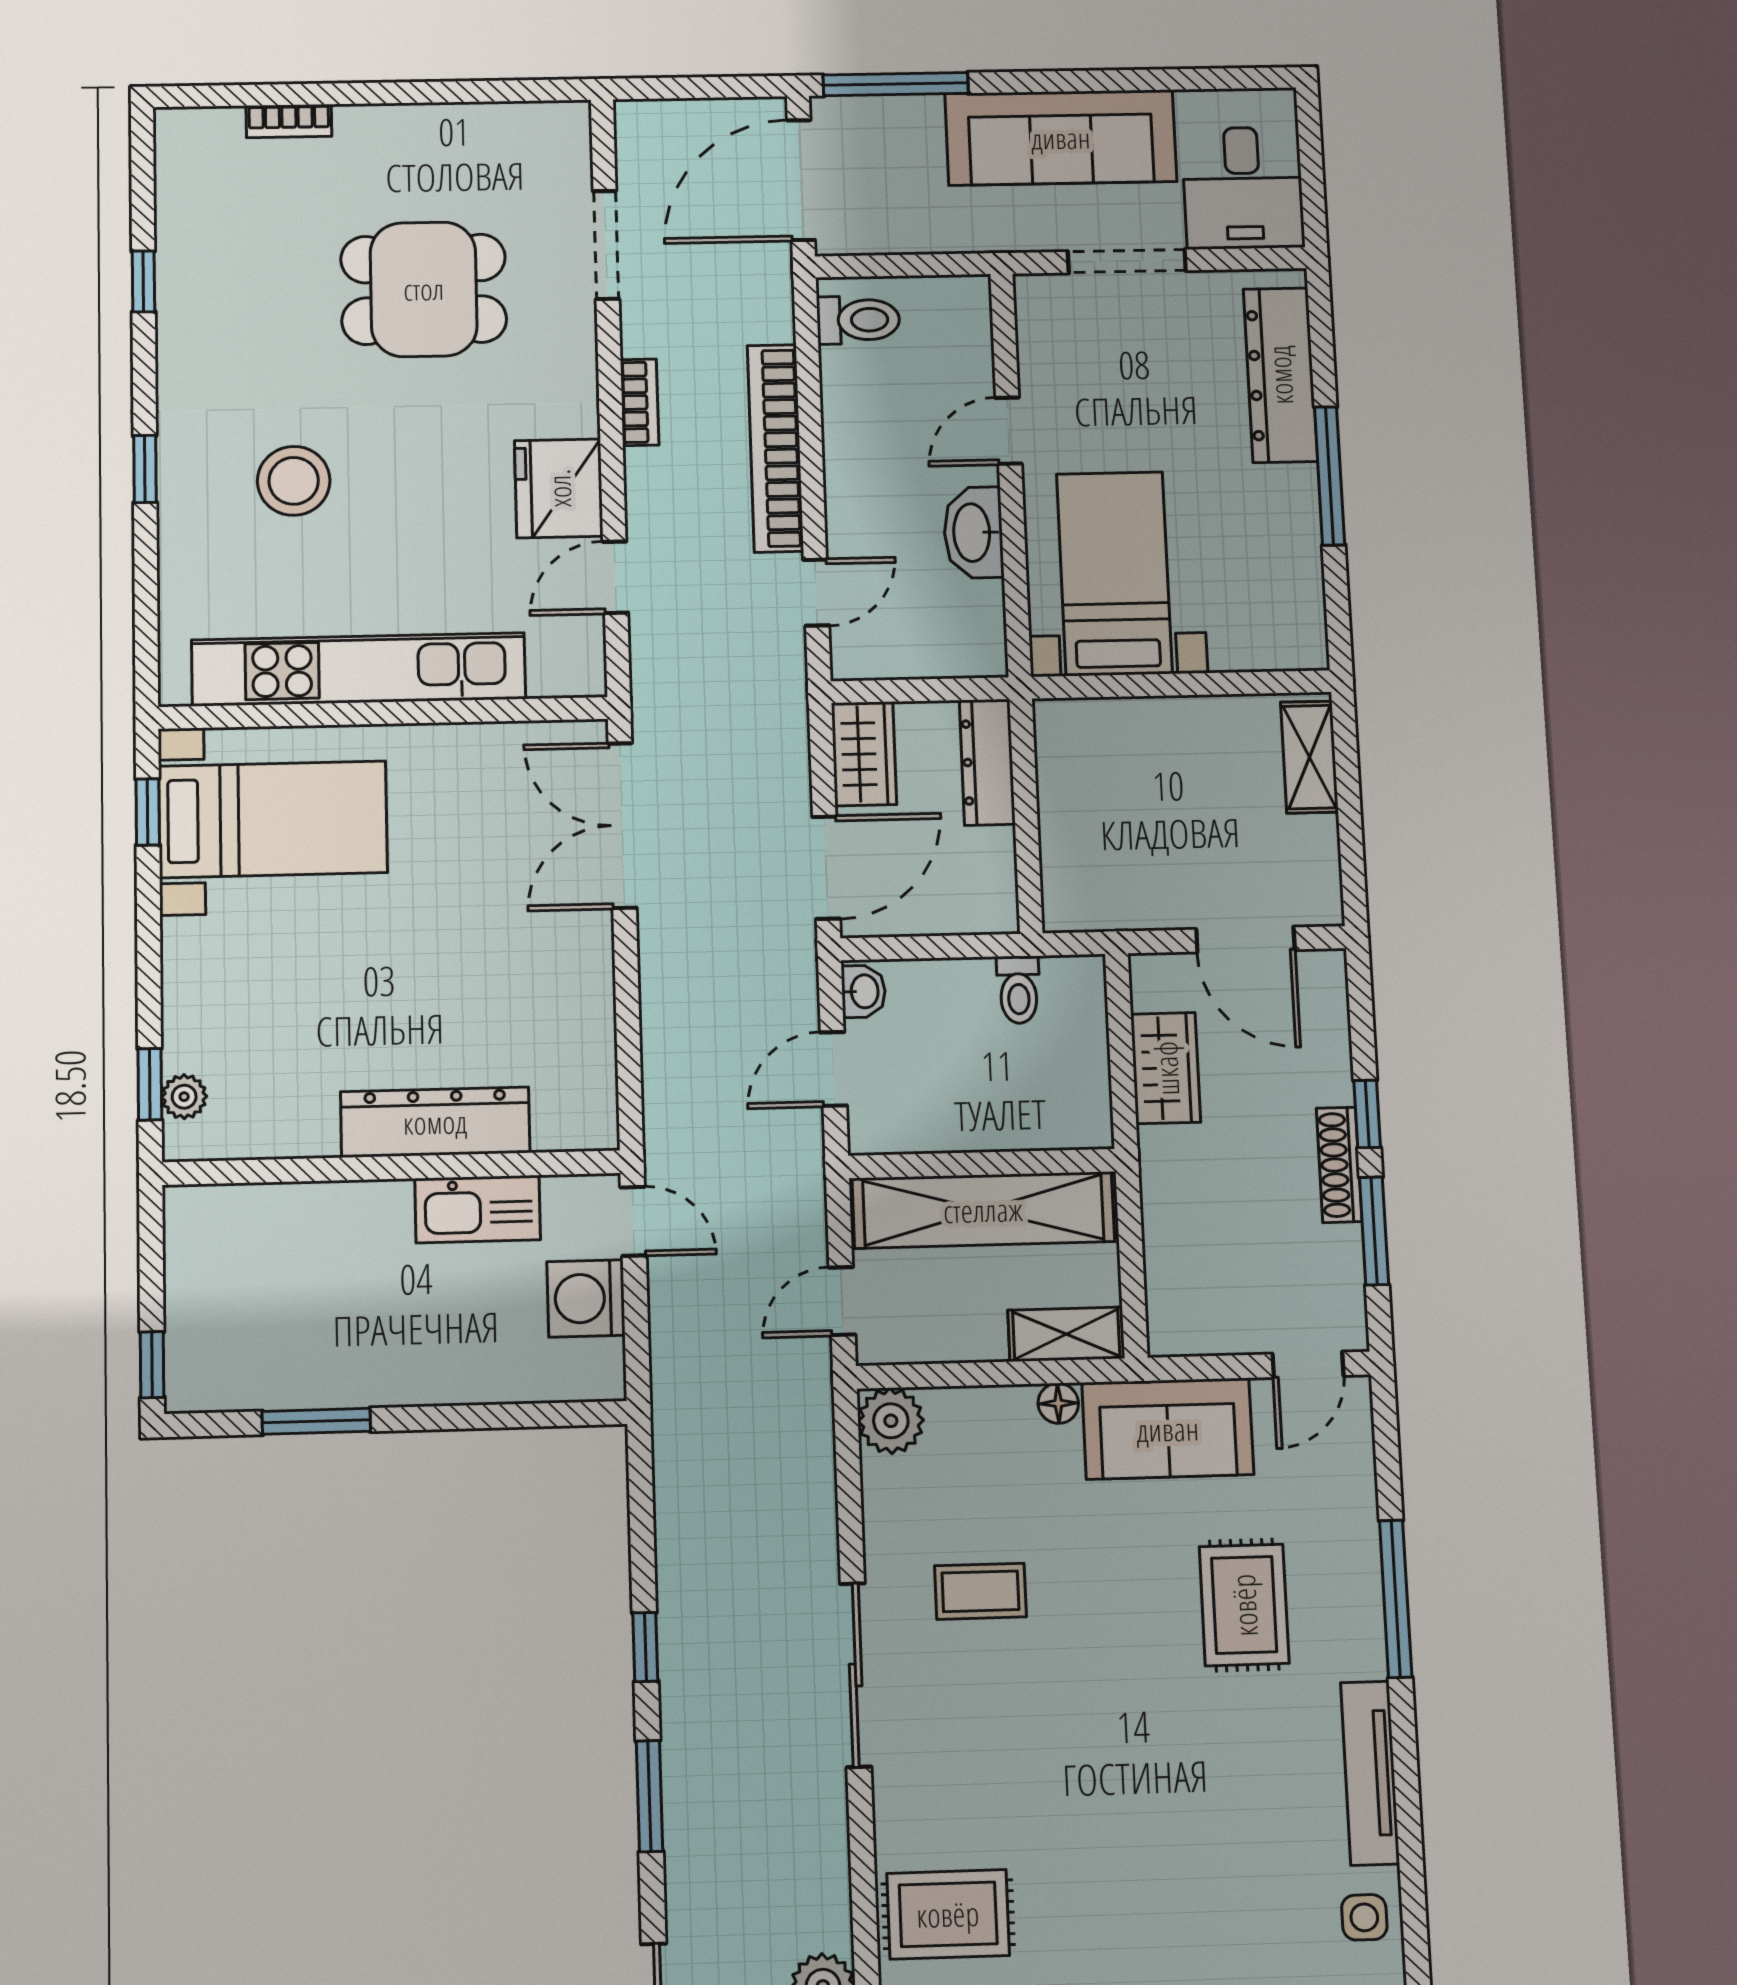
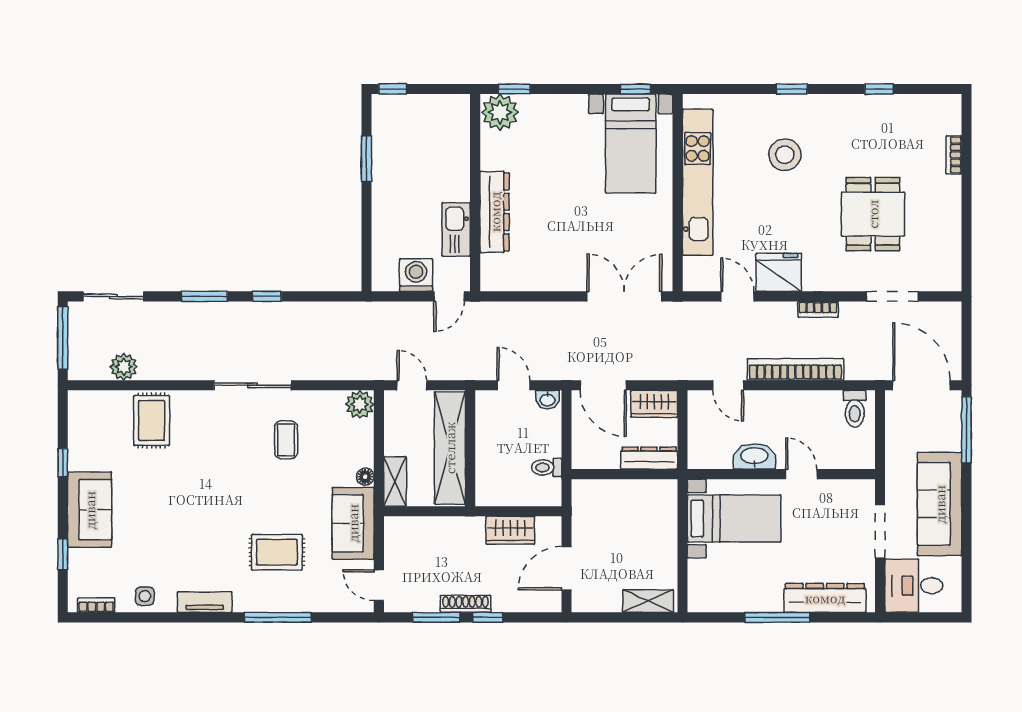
plant: (184, 1097) -> (500, 112), width x1.88, depth x1.88
tv unit: (1370, 1773) -> (205, 602), width x0.71

